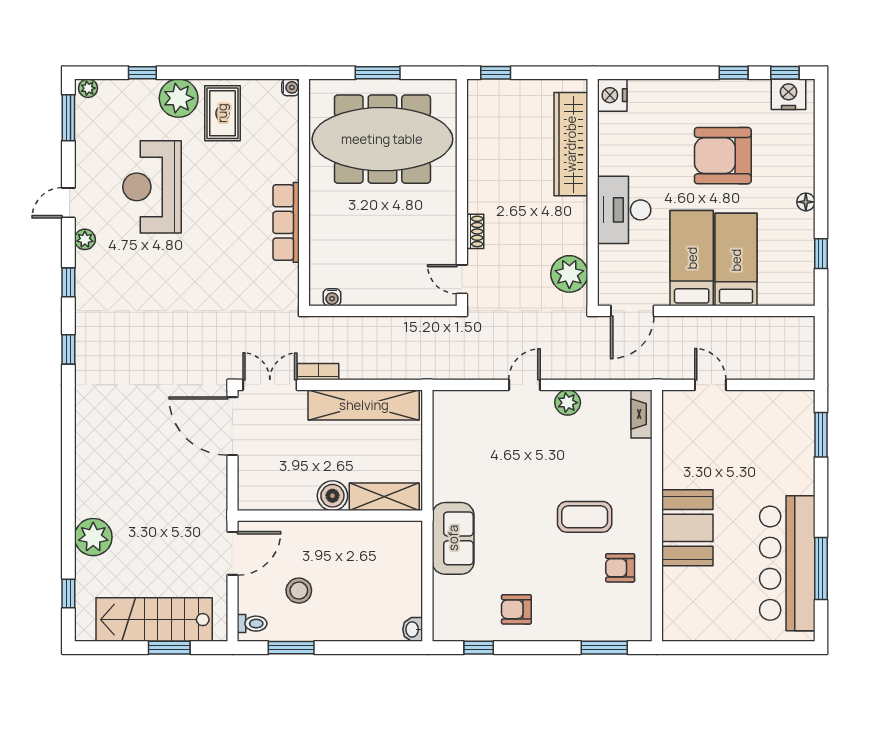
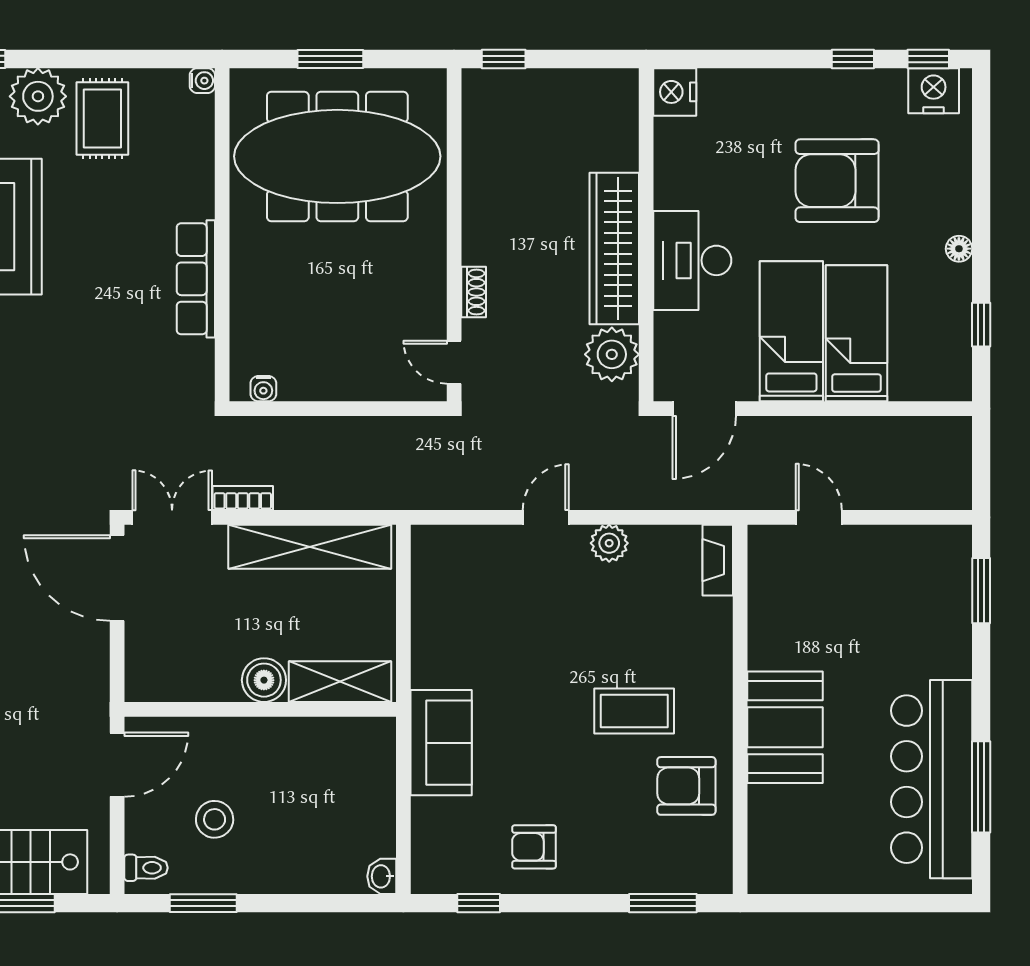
wardrobe: (571, 144) -> (614, 249), moved
armchair: (620, 568) -> (686, 786), width x1.38, depth x1.38

